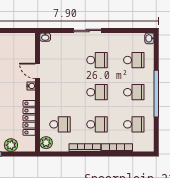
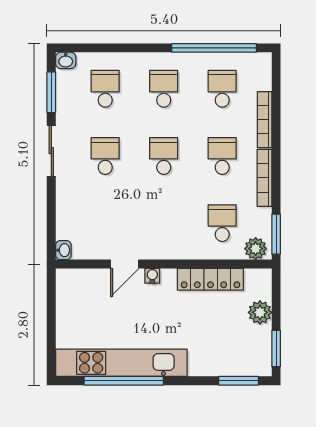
sliding door: (88, 30) -> (51, 151), moved
window: (132, 30) -> (51, 92), added
window: (156, 94) -> (214, 48), moved
window: (54, 154) -> (276, 234), added

